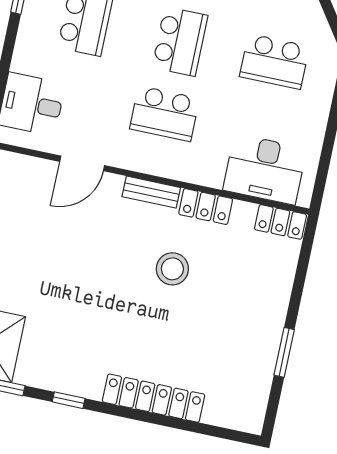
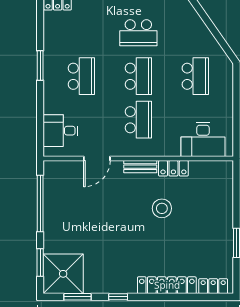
school desk: (274, 62) -> (195, 76), turned -90
school desk: (165, 114) -> (138, 120), turned -90
locker: (280, 222) -> (213, 286), moved, turned 180

